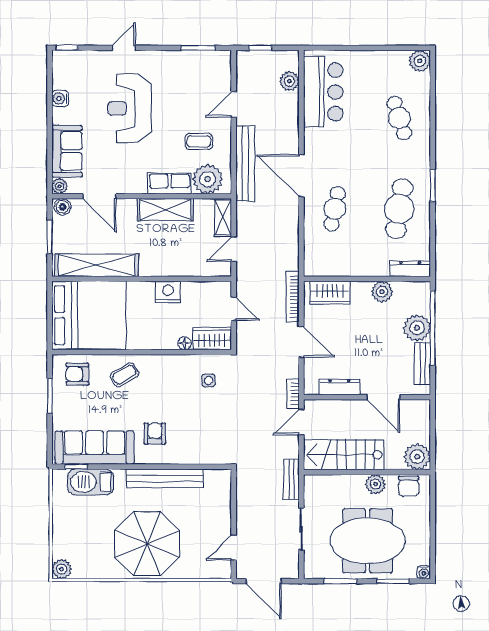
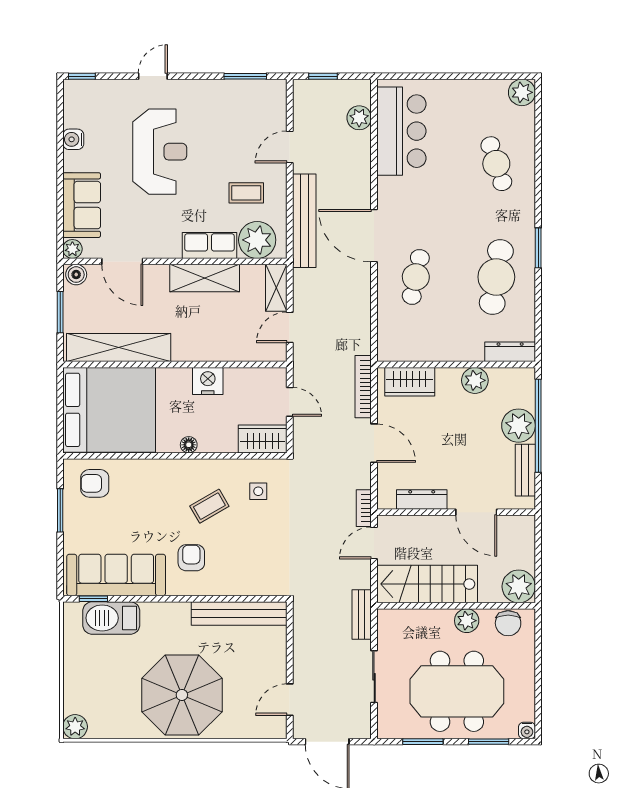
reception desk: (130, 108) -> (160, 152), turned 180
floor lamp: (185, 343) -> (189, 445), moved
coffee table: (124, 375) -> (209, 506), moved
bench: (165, 478) -> (239, 613), moved

